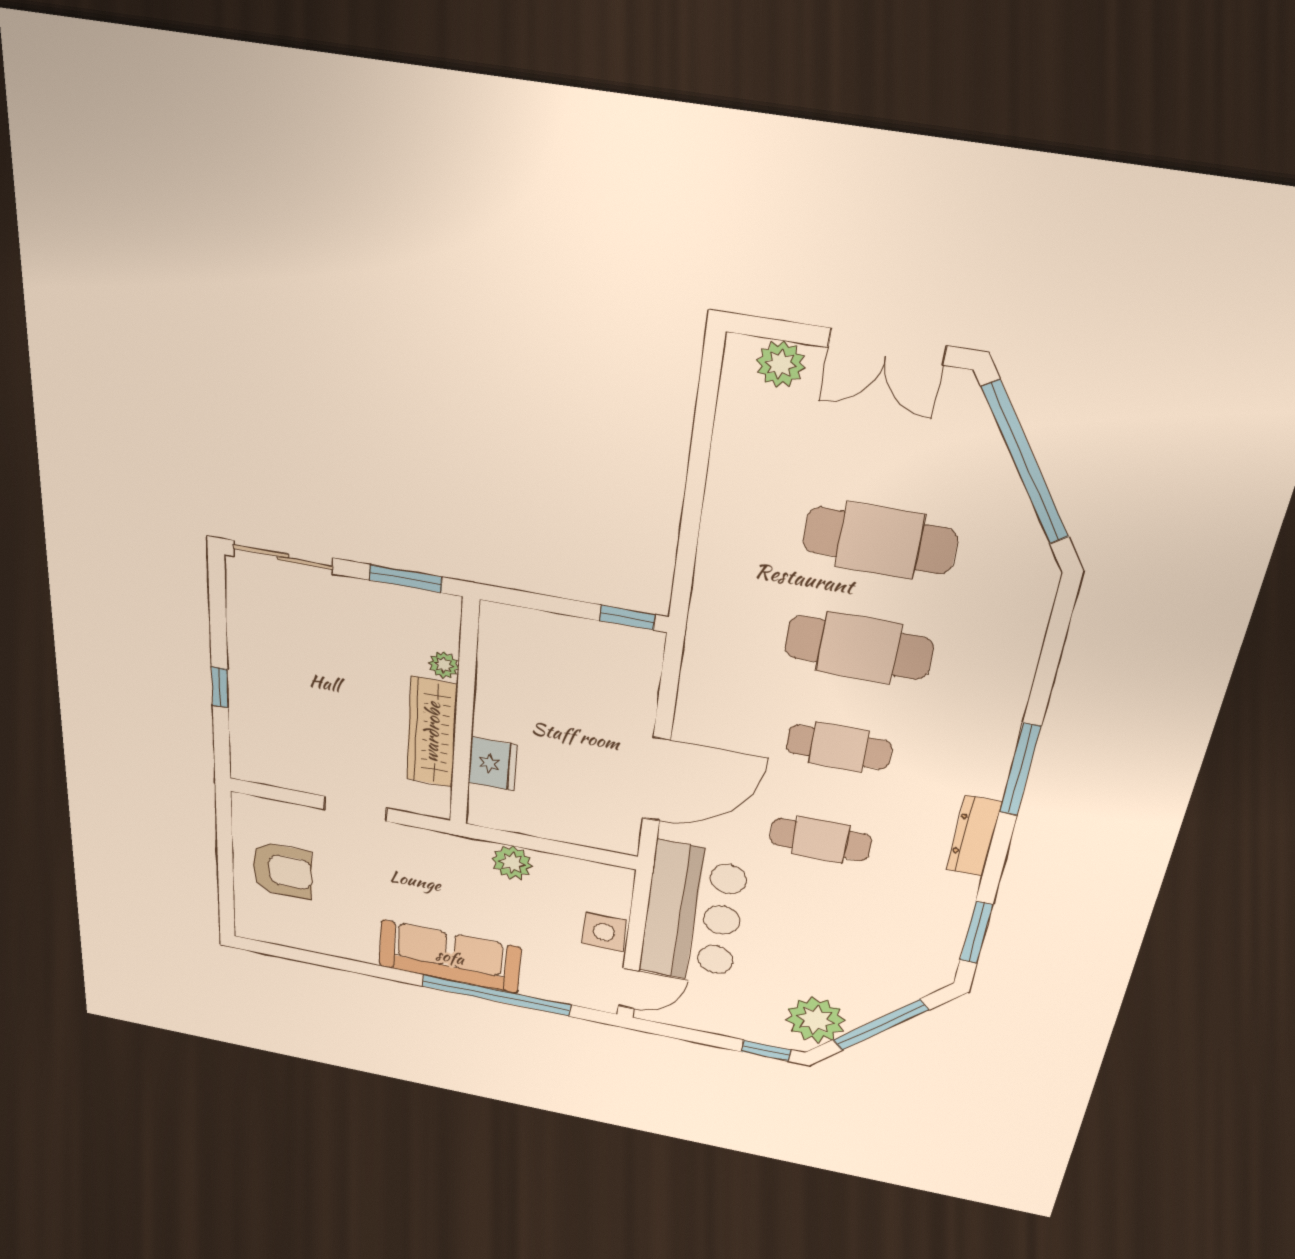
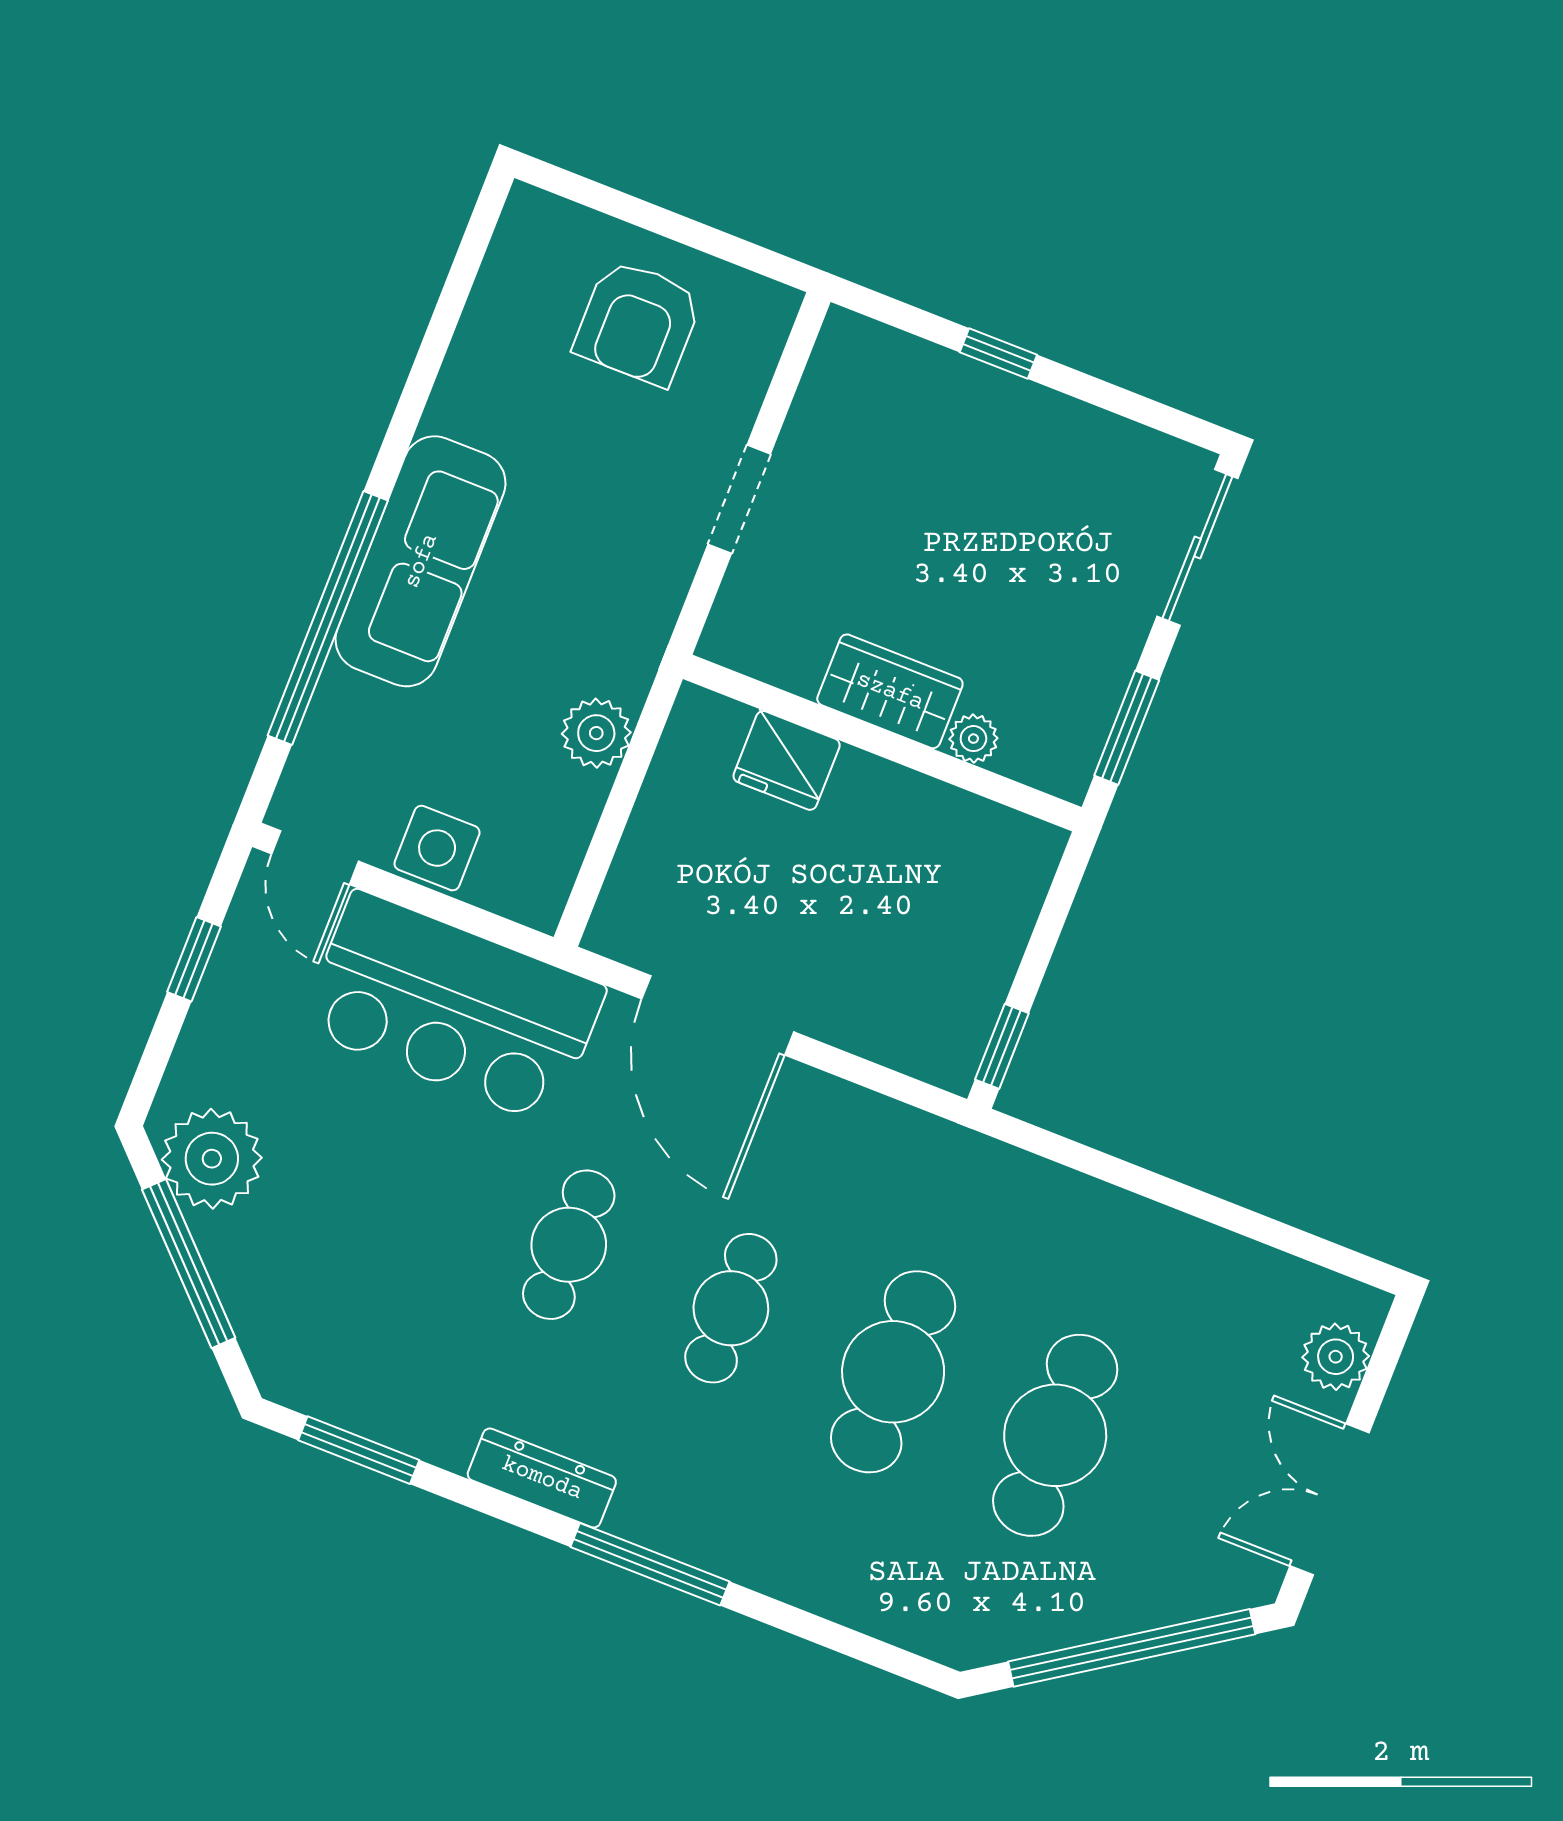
wardrobe: (432, 732) -> (890, 691), width x0.67
window: (766, 1051) -> (194, 959), moved

